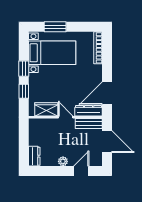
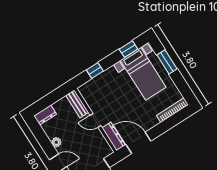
window: (24, 69) -> (128, 49), moved
wardrobe: (46, 109) -> (92, 100), removed
door: (66, 117) -> (95, 120), swing flipped
bench: (89, 124) -> (77, 104), moved

